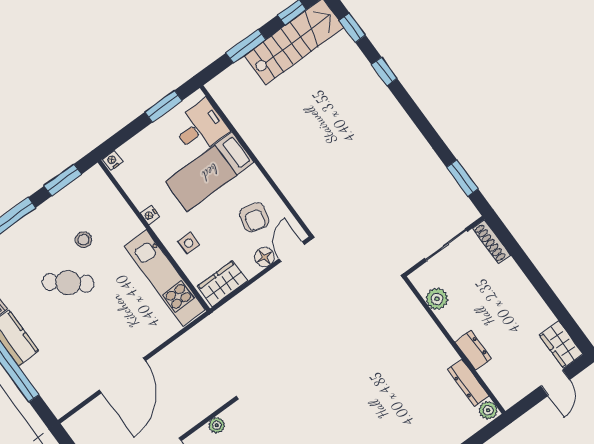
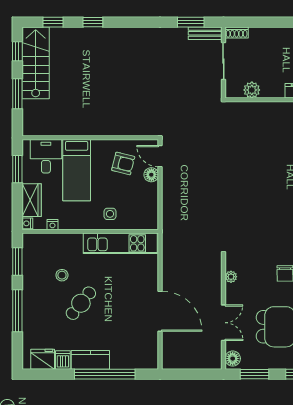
bench: (462, 203) -> (205, 33), added
nightstand: (150, 215) -> (52, 225), moved
shoe rack: (492, 242) -> (237, 32), width x0.70
wardrobe: (222, 284) -> (32, 200), moved, turned 180

